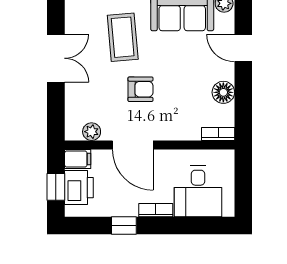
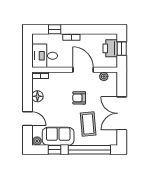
double door: (56, 58) -> (122, 113), width x1.37
filing cabinet: (78, 159) -> (111, 63), removed
desk: (198, 191) -> (45, 56), moved, turned -90
window: (124, 225) -> (55, 29), moved

